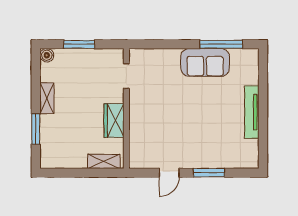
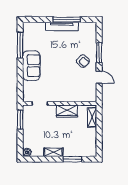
window: (79, 44) -> (20, 120), moved
sofa: (205, 62) -> (31, 66), moved
window: (263, 120) -> (67, 19), added
armchair: (195, 146) -> (83, 61), added

